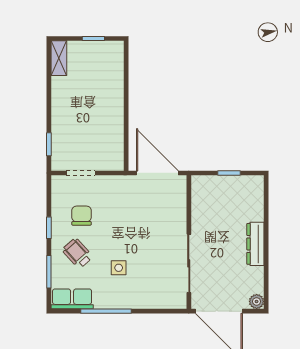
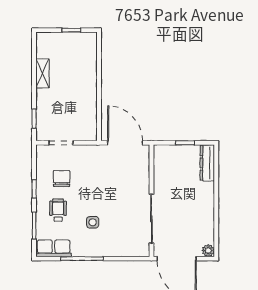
shelving: (59, 58) -> (43, 73), moved
dresser: (255, 244) -> (207, 163), moved
wheelchair: (77, 253) -> (58, 210), turned 42

